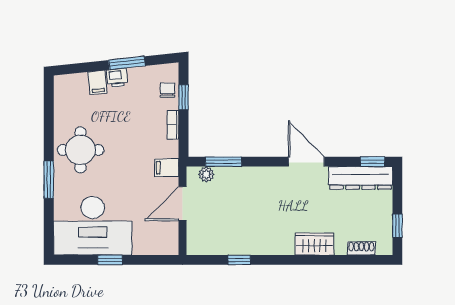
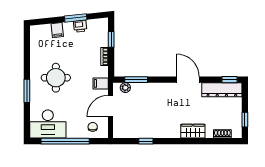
printer: (117, 78) -> (80, 26), moved
chair: (168, 90) -> (93, 127), moved
round table: (81, 150) -> (56, 78), moved
desk: (93, 226) -> (48, 124), width x0.73, depth x0.77
window: (110, 260) -> (65, 141), width x3.17

